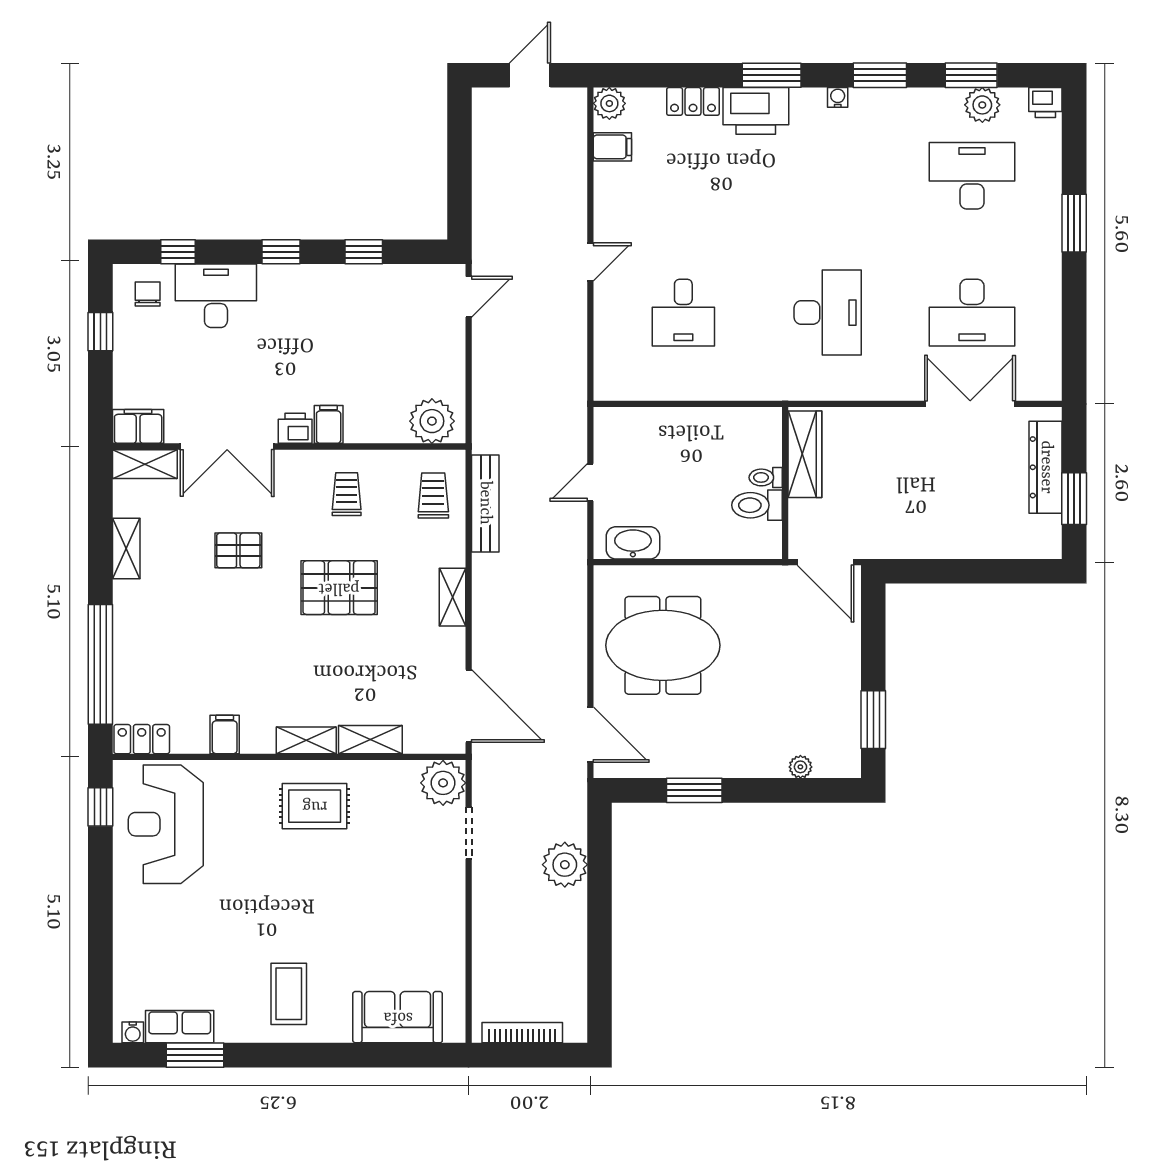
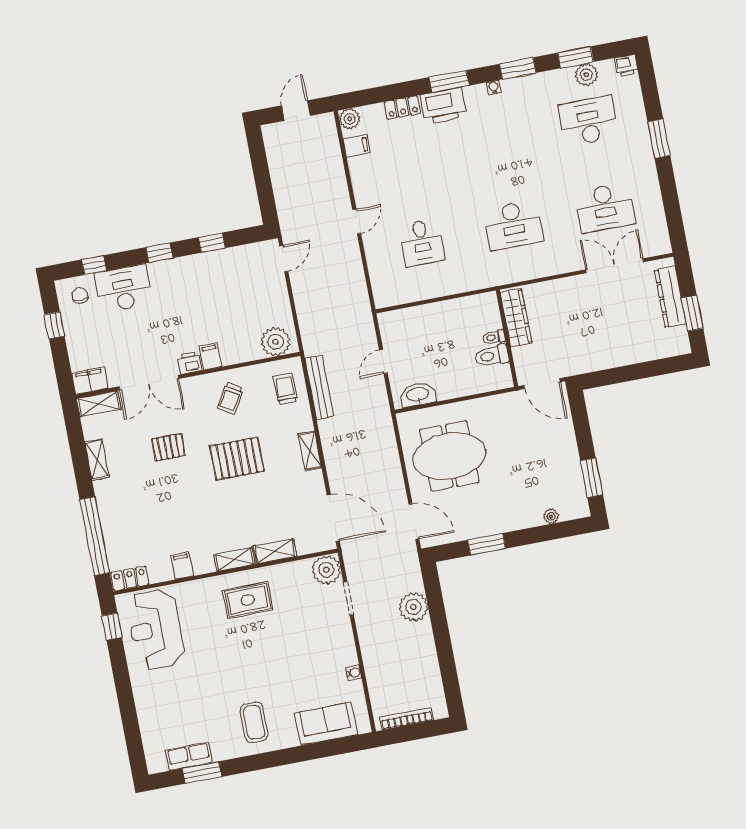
desk: (828, 313) -> (513, 225), turned 90
trolley: (347, 494) -> (230, 398), turned -150
water cooler: (133, 1032) -> (354, 673), moved, turned -90

